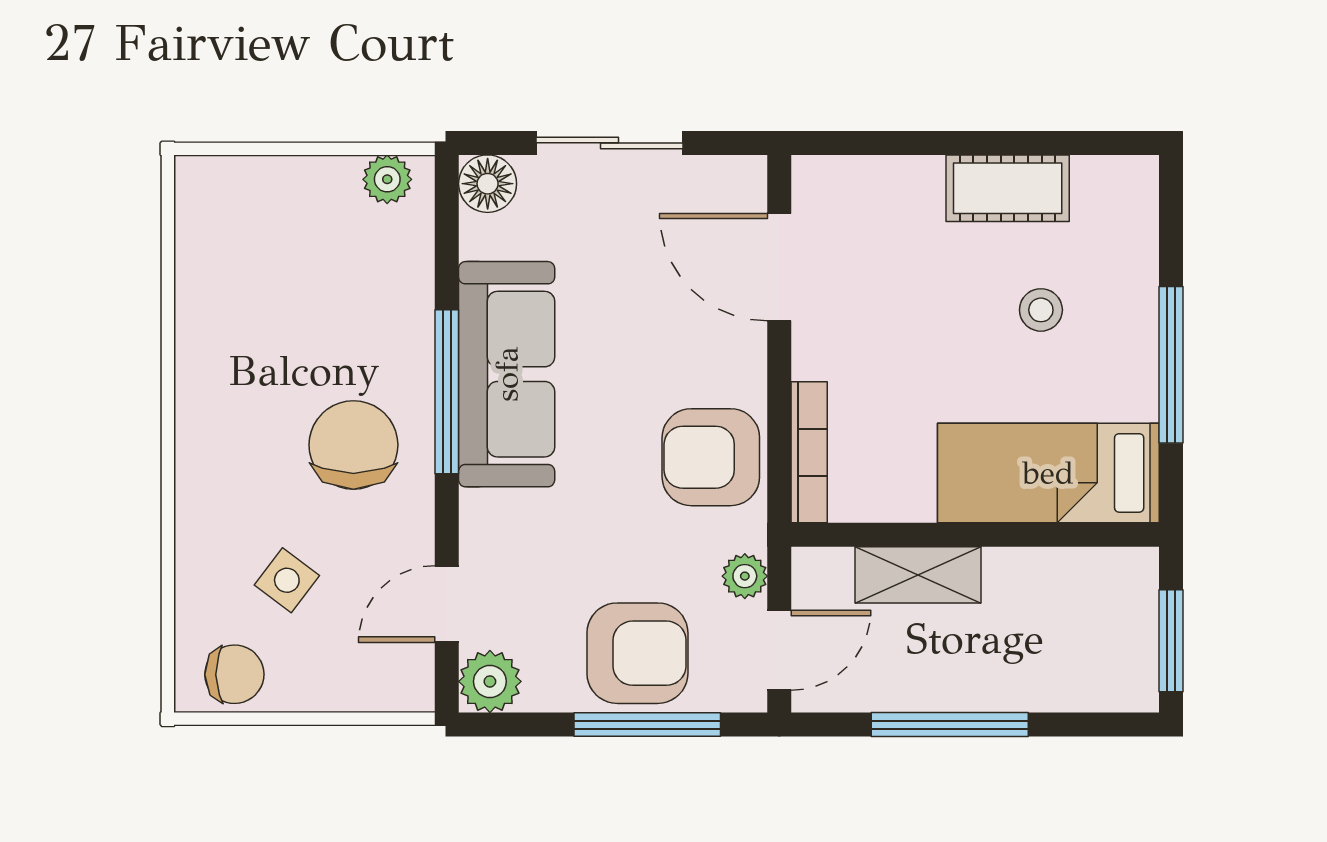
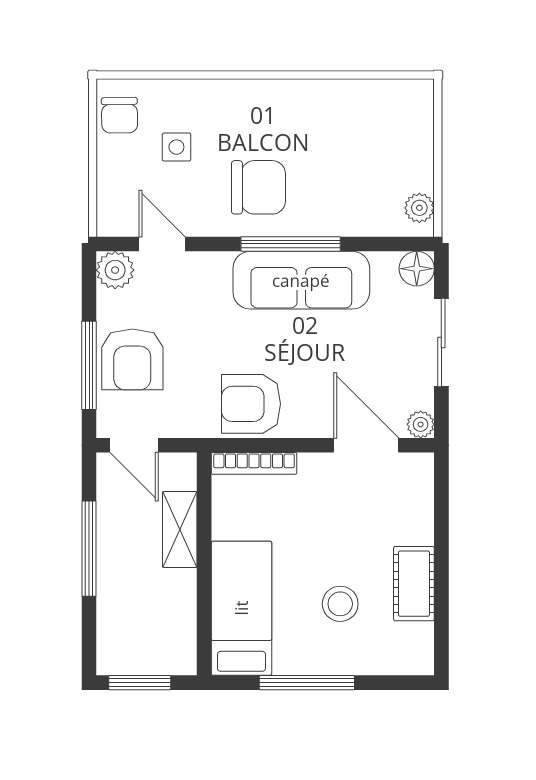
door: (779, 267) -> (366, 445), hinge flipped
stool: (1041, 310) -> (340, 604), width x1.37, depth x1.37
armchair: (711, 457) -> (251, 404), turned -90
plant: (745, 576) -> (421, 424), moved
side table: (287, 580) -> (176, 147), turned -37

